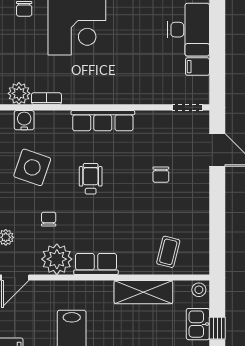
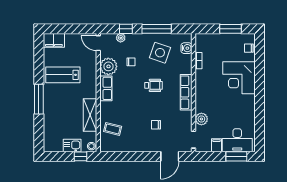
window: (217, 31) -> (236, 156), added
plant: (19, 93) -> (201, 119), moved
window: (217, 328) -> (81, 156), moved

